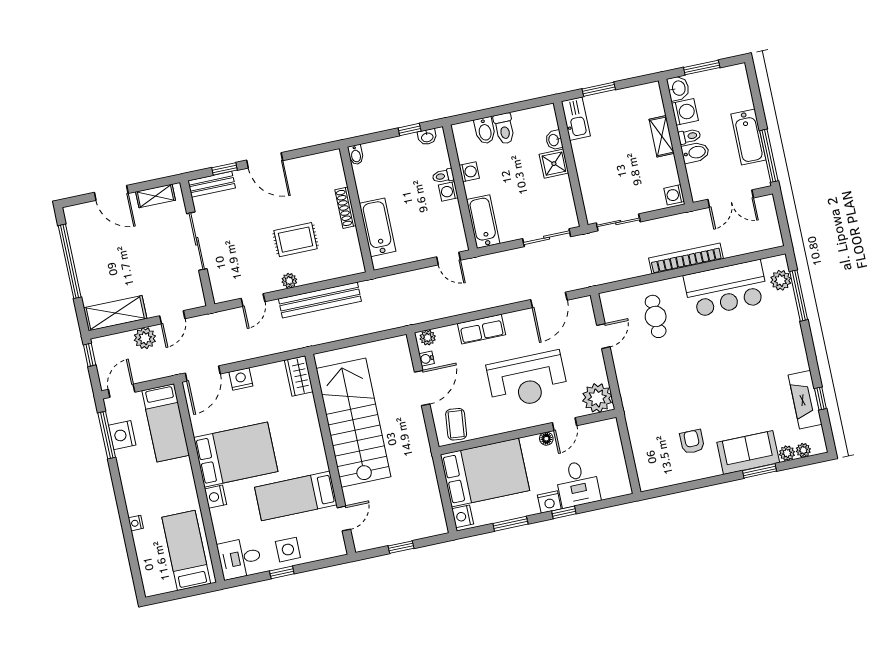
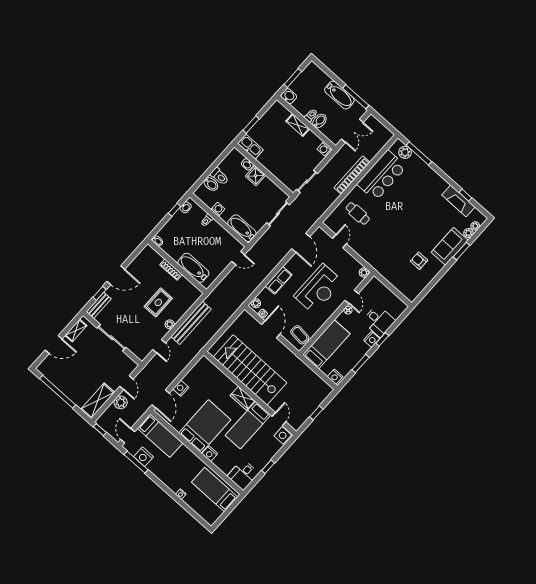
washing machine: (685, 112) -> (300, 105), removed
washing machine: (448, 191) -> (215, 226), removed
wardrobe: (299, 376) -> (243, 398), moved
plant: (597, 398) -> (364, 273), width x0.53, depth x0.53
bed: (485, 472) -> (326, 344), width x0.67
side table: (288, 550) -> (283, 435), moved

